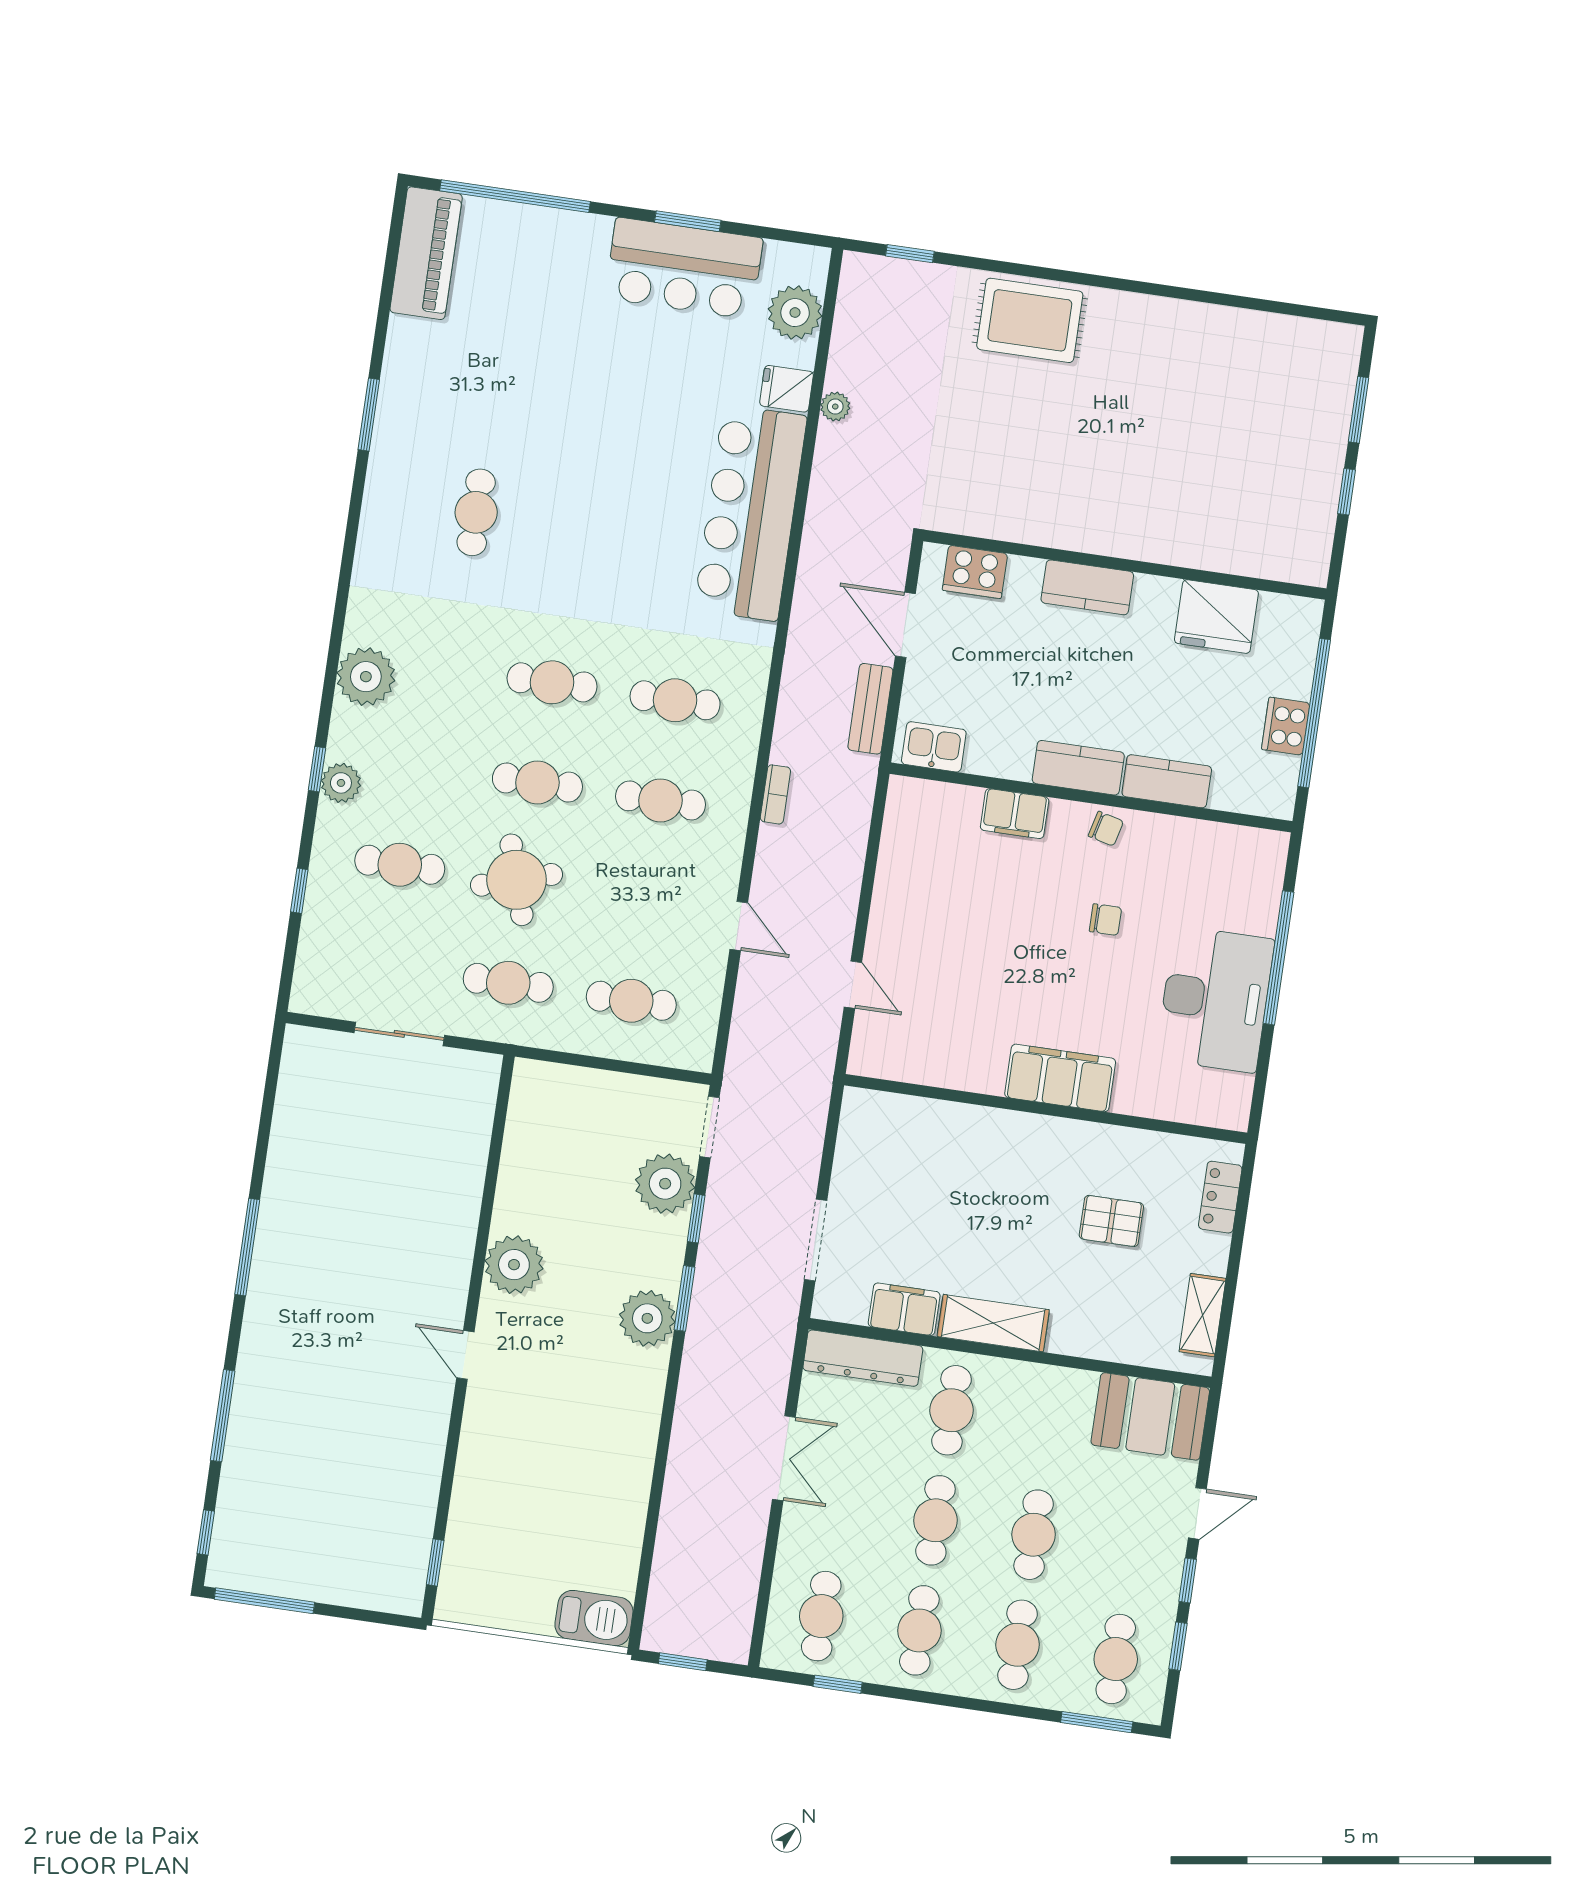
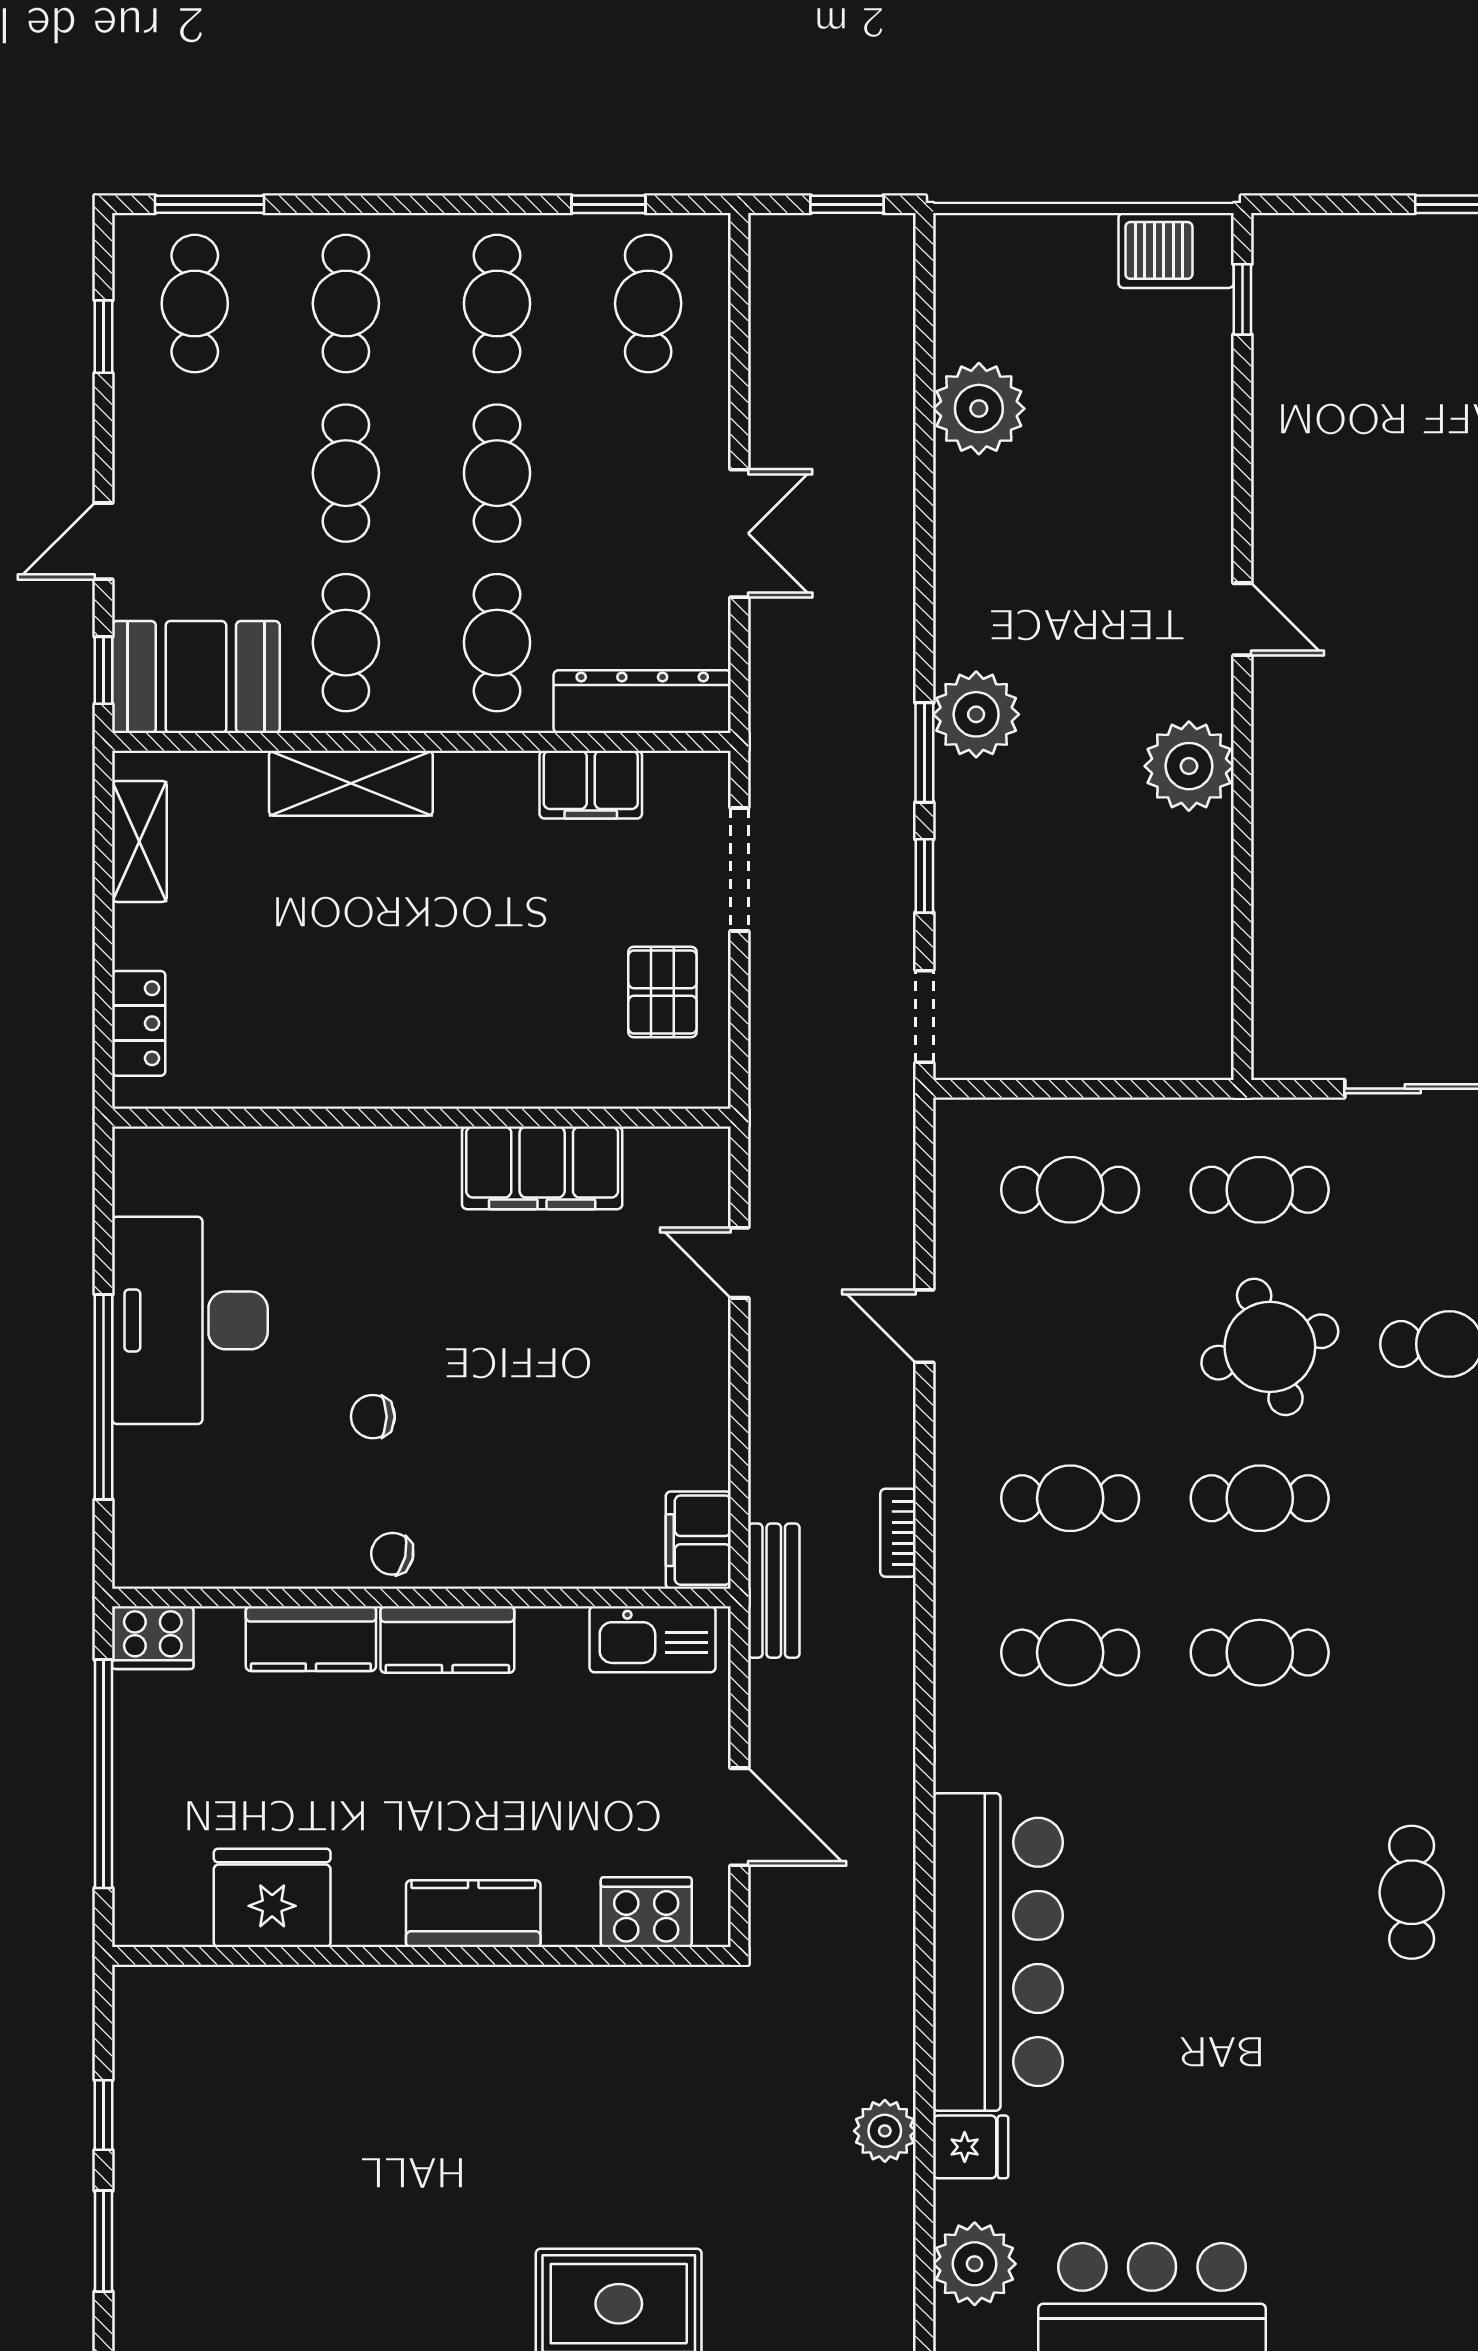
plant: (835, 407) -> (885, 2131), width x1.38, depth x1.38
bench: (870, 709) -> (774, 1591), moved
cooker: (1286, 726) -> (153, 1638), moved, turned 90
kitchen sink: (934, 747) -> (653, 1639), width x1.38
filing cabinet: (1015, 814) -> (698, 1540), moved, turned -90
filing cabinet: (1060, 1078) -> (542, 1168), moved
plant: (665, 1184) -> (979, 409), moved
pallet: (1111, 1221) -> (662, 992), moved, turned 90
shelving: (993, 1323) -> (351, 783), moved
cafe table: (1050, 1425) -> (346, 643), added
double door: (784, 1458) -> (739, 533), swing flipped
window: (1188, 1580) -> (103, 670), moved
barbecue: (594, 1618) -> (1176, 250), moved

